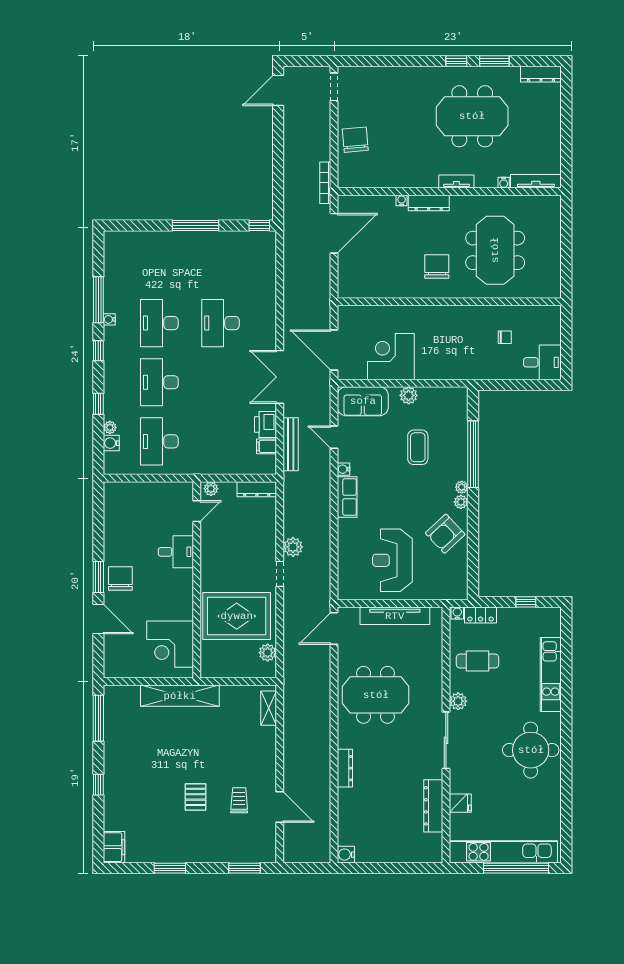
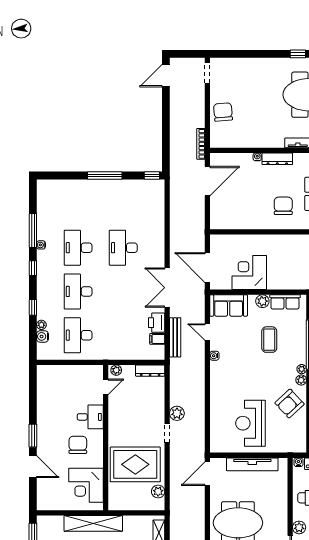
row of seats: (347, 497) -> (285, 302), moved, turned 90
chair: (120, 578) -> (78, 445), moved

